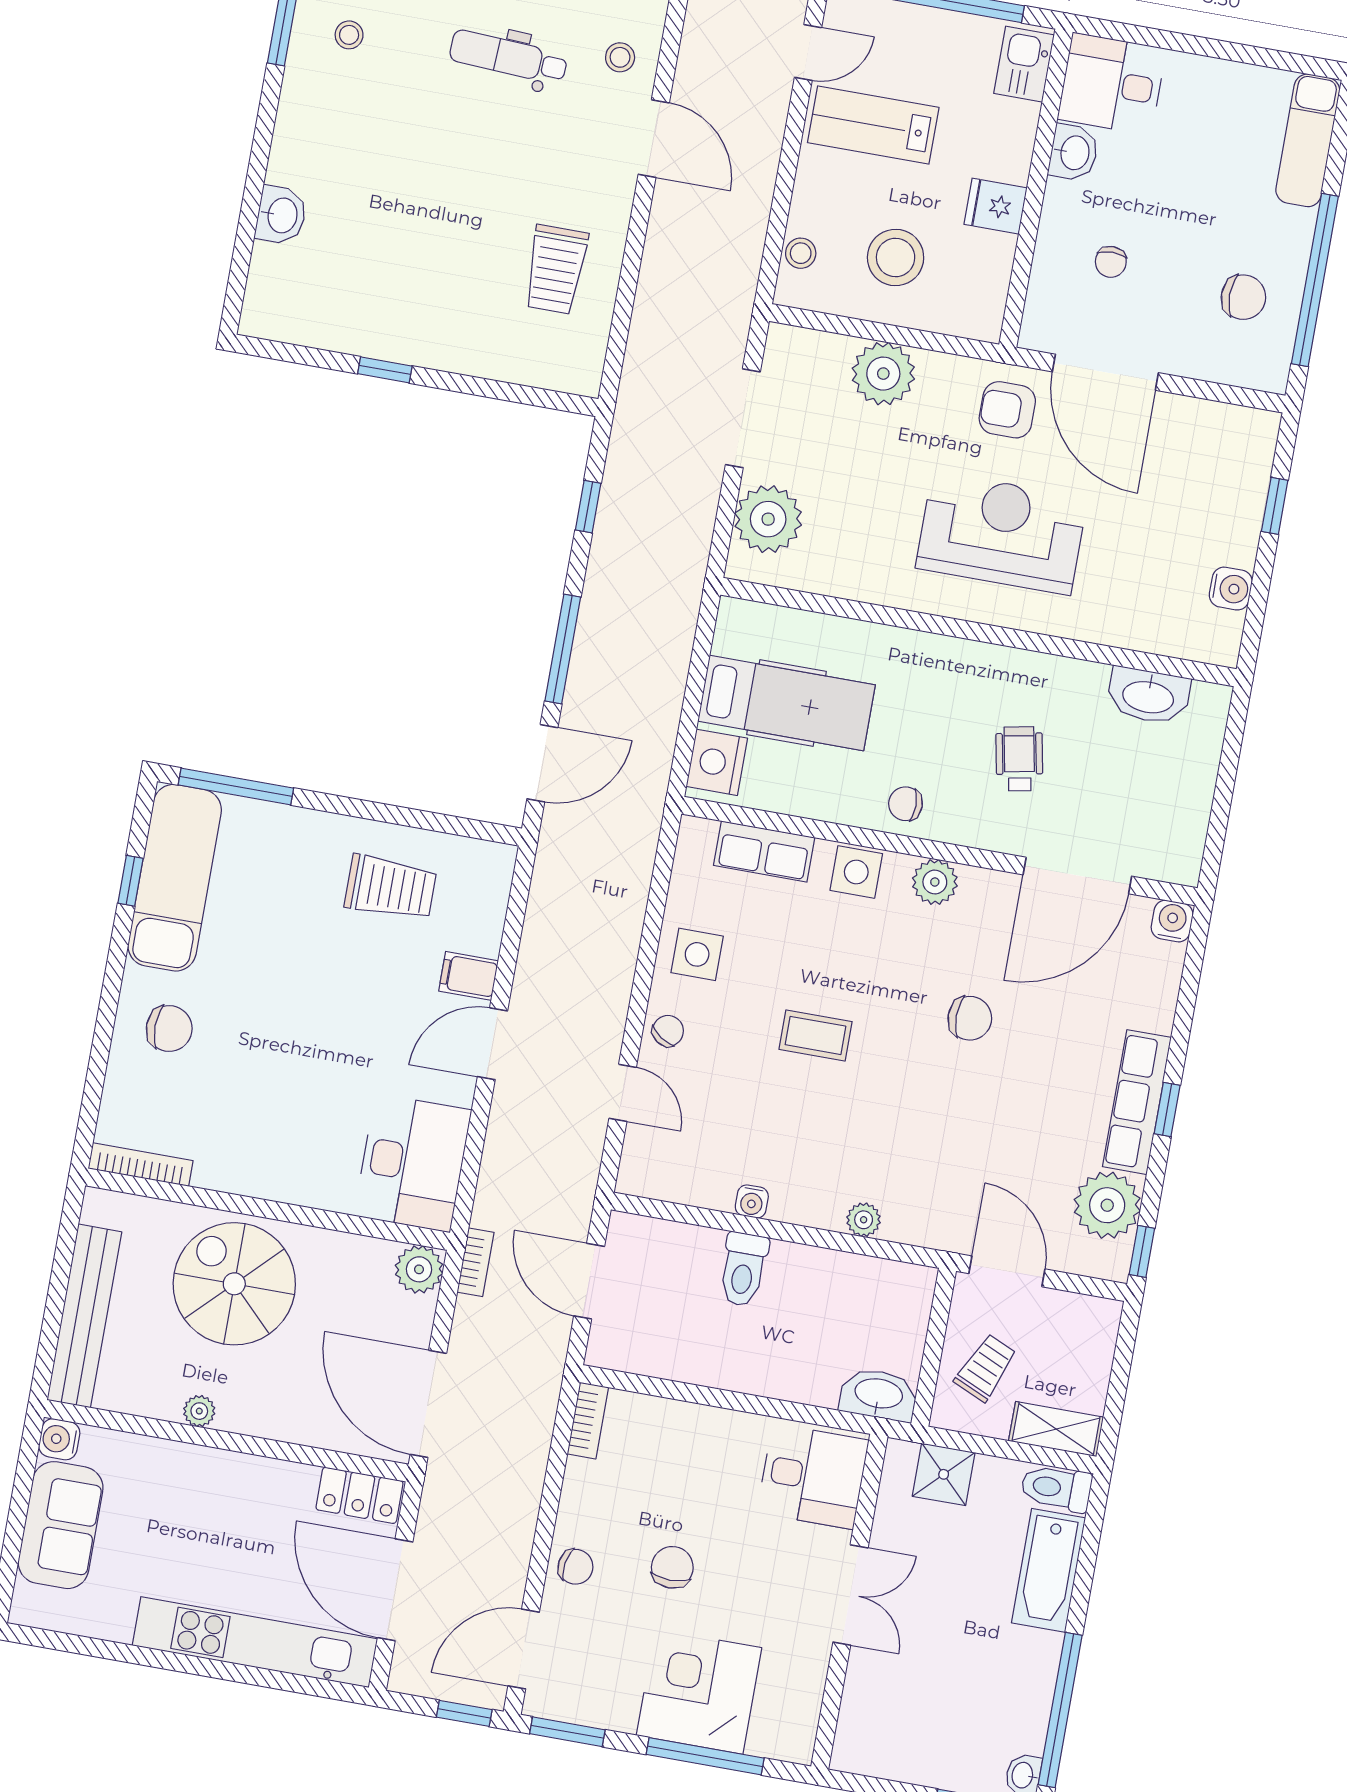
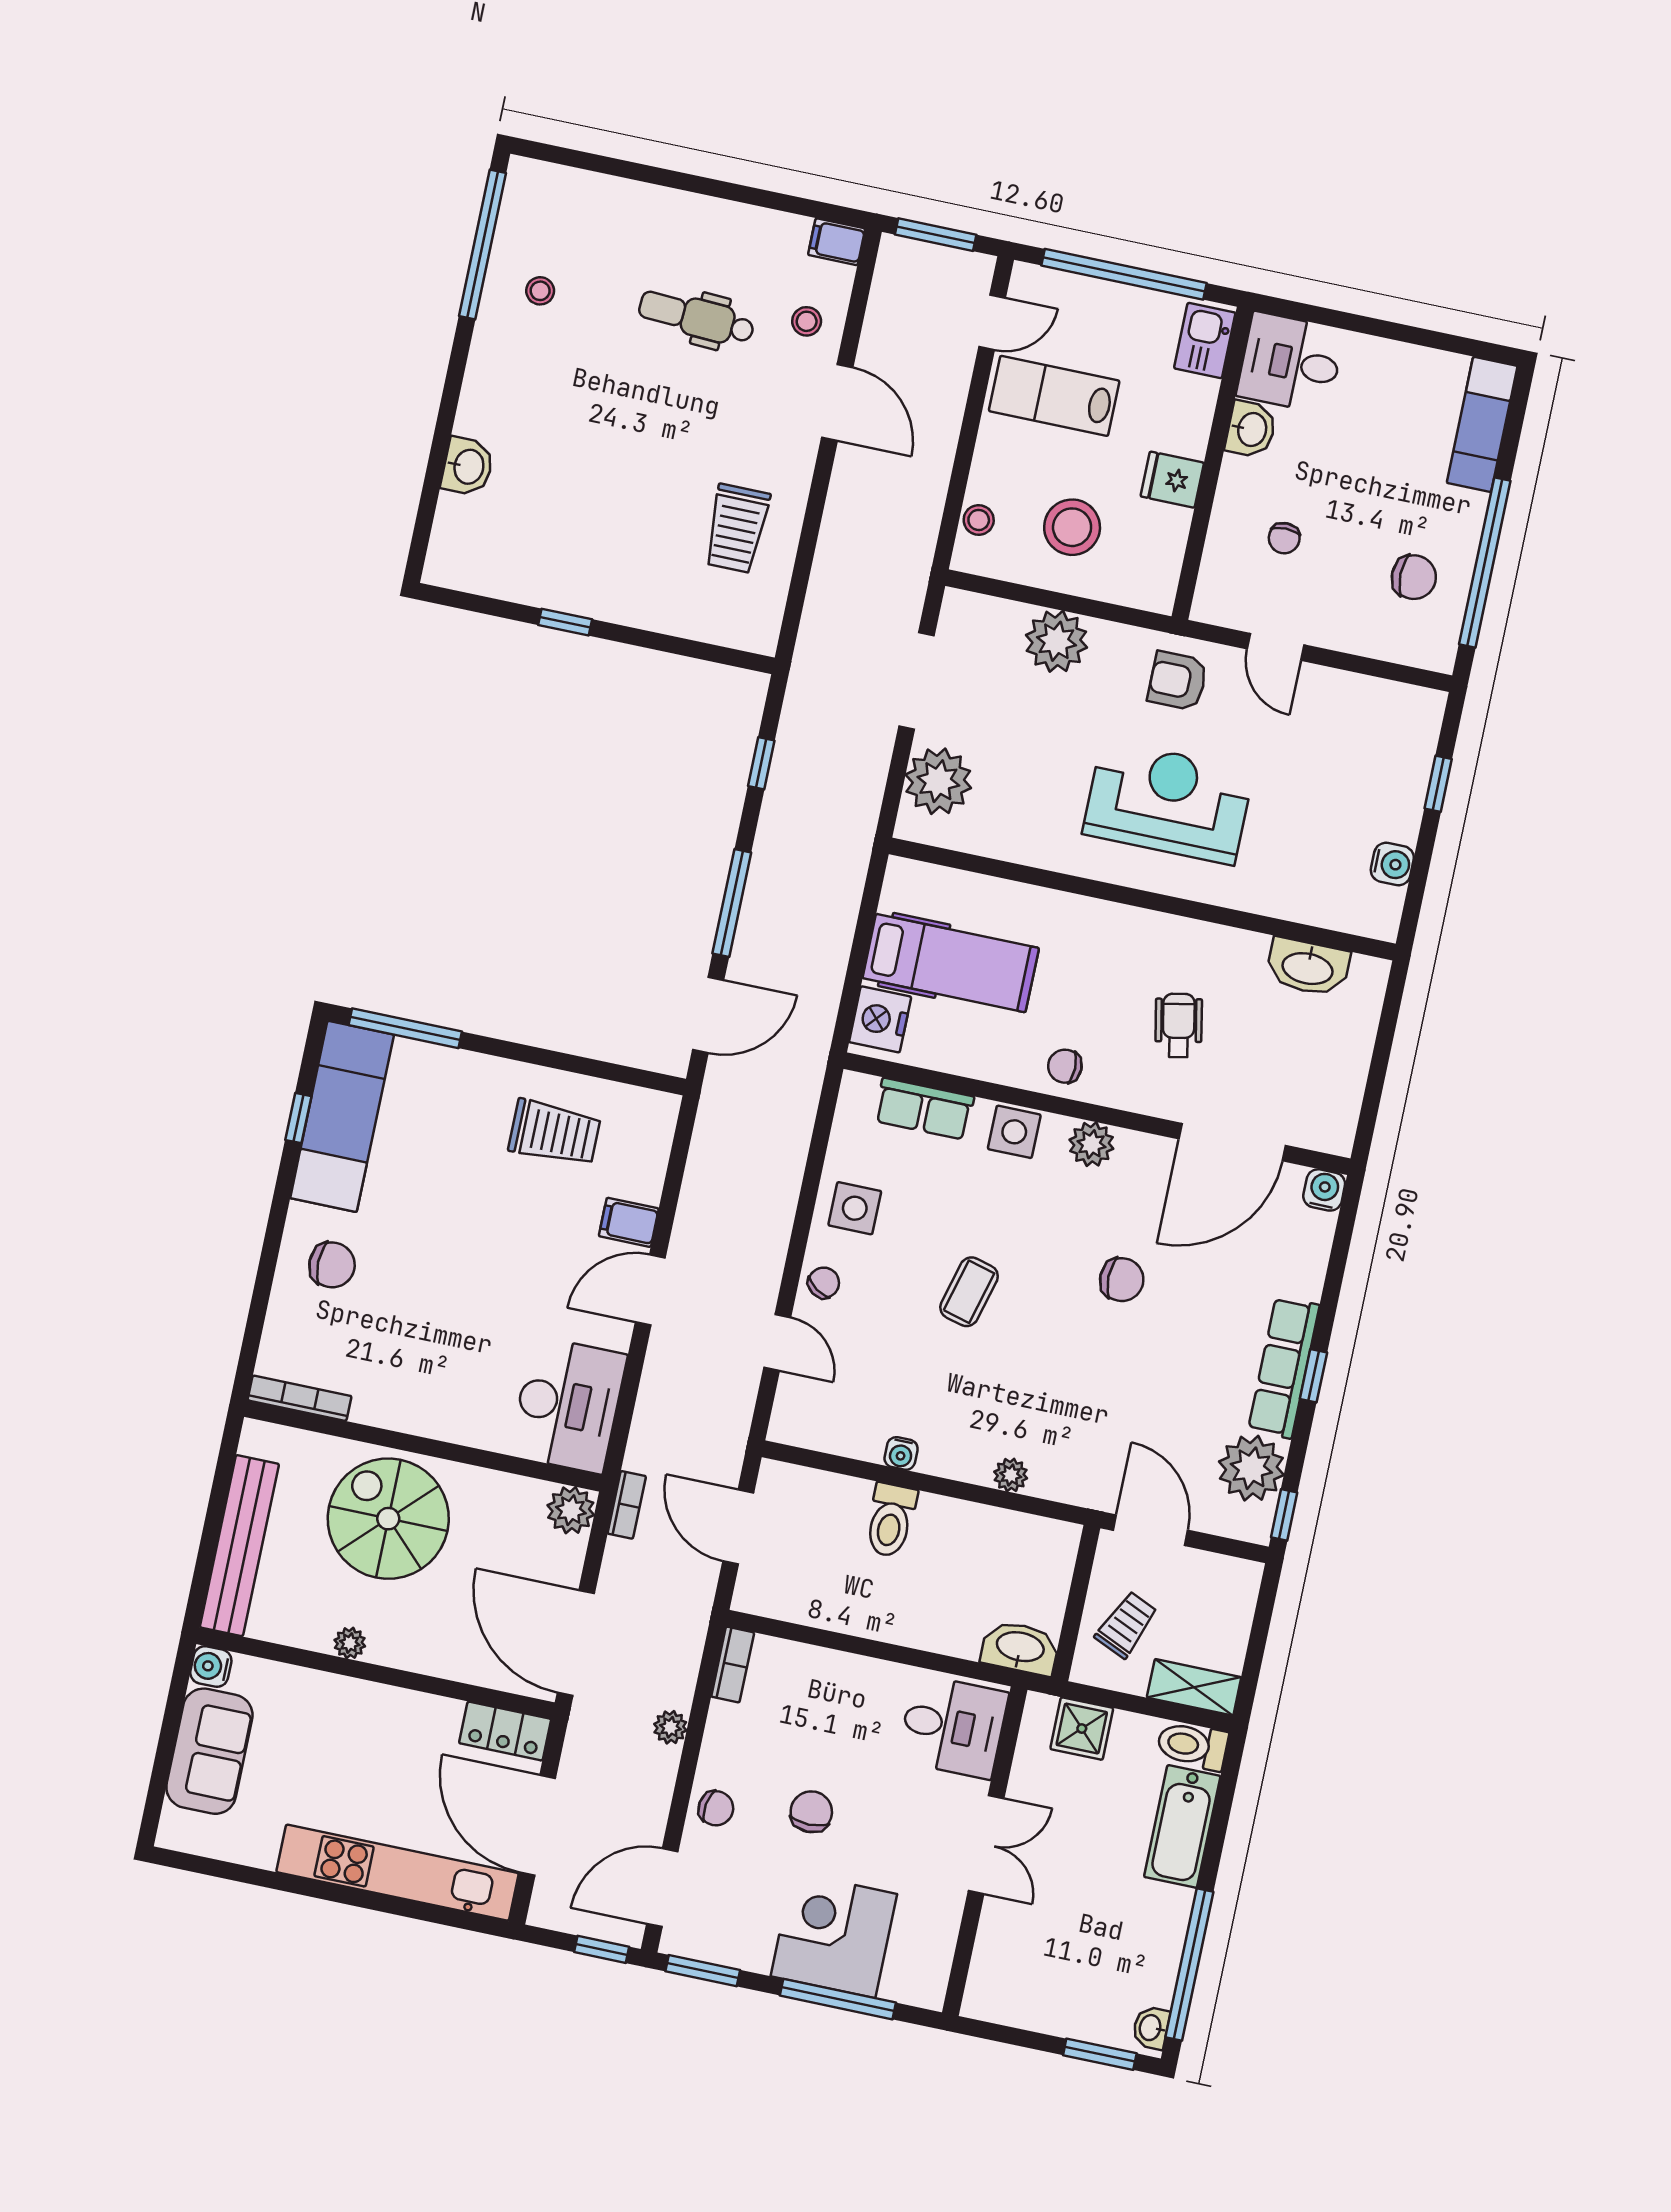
door: (1105, 372) -> (1275, 647), width x0.53
coffee table: (815, 1035) -> (969, 1292), turned -75
plant: (527, 1486) -> (670, 1727), added

